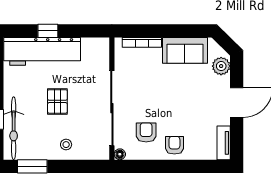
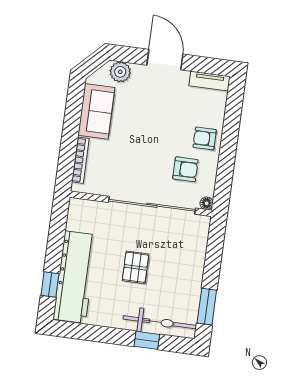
window: (48, 31) -> (50, 285), moved
pallet: (57, 101) -> (136, 267), turned 90
armchair: (146, 132) -> (185, 169), turned 180
stool: (66, 145) -> (187, 264), removed

